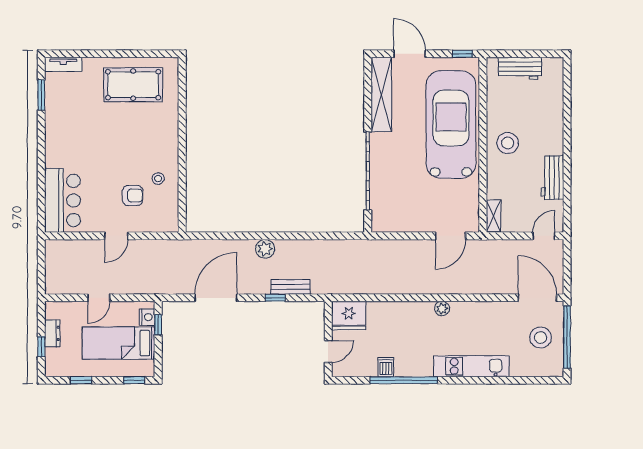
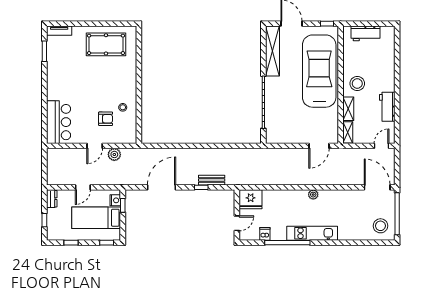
shelving: (494, 181) -> (348, 109), added
plant: (265, 249) -> (114, 154), moved
dresser: (52, 333) -> (52, 199), moved
stool: (541, 338) -> (380, 226), moved
kitchen unit: (471, 366) -> (312, 233), moved
dishwasher: (386, 367) -> (265, 234), moved

